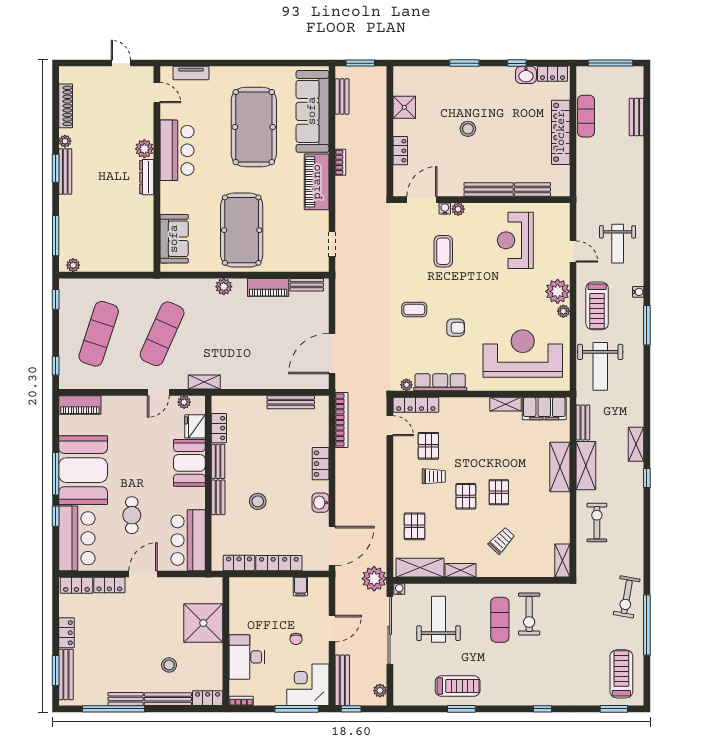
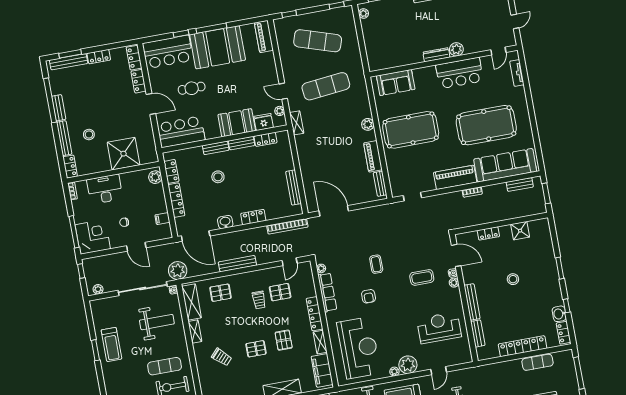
exercise mat: (162, 334) -> (326, 86), turned -30
locker: (416, 405) -> (315, 314), moved
pallet: (466, 496) -> (284, 340), moved, turned 90
plant: (243, 586) -> (155, 177), added
bench: (342, 680) -> (237, 264), moved

